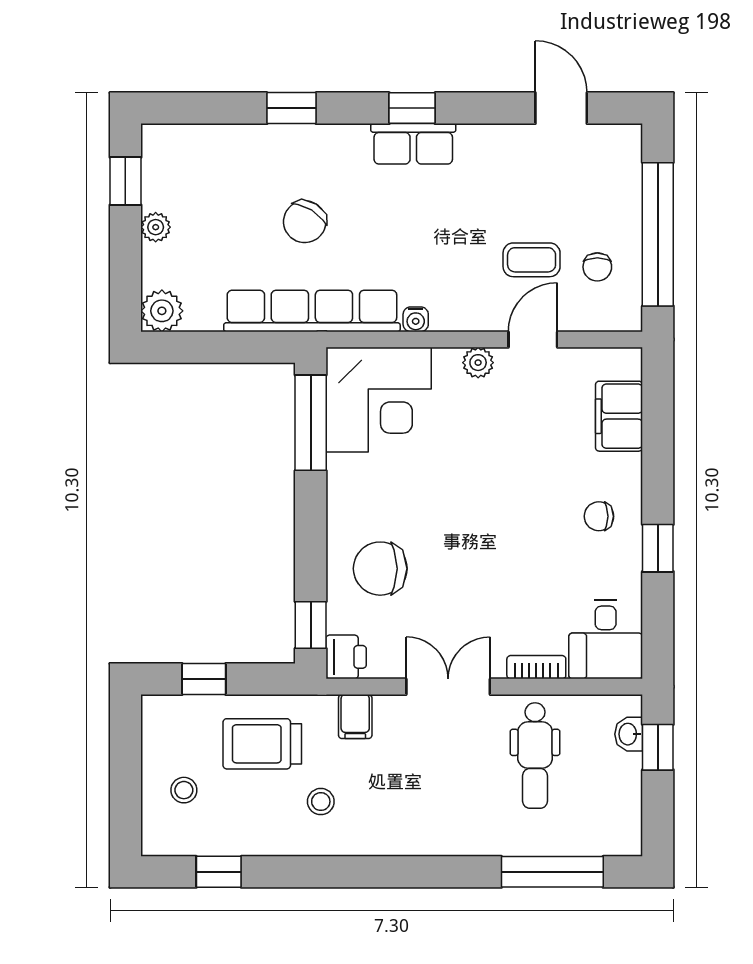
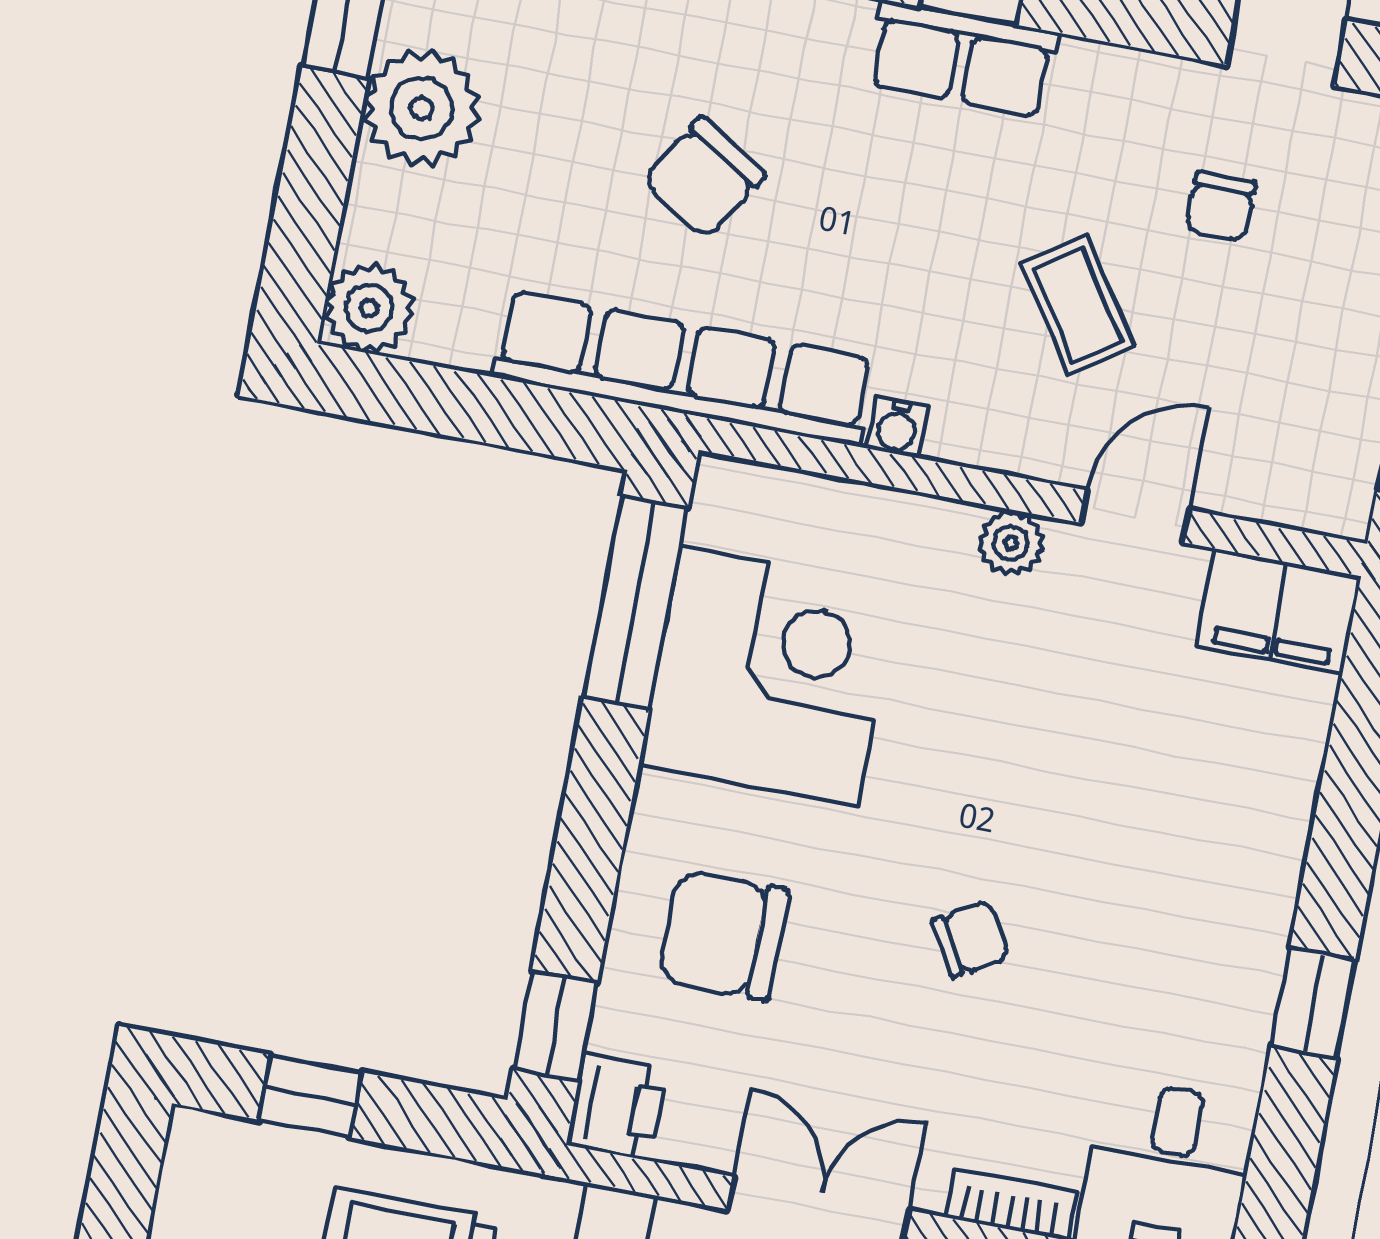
plant: (156, 227) -> (422, 108), width x1.87, depth x1.87
coffee table: (532, 260) -> (1078, 305), moved, turned 56
chair: (597, 267) -> (1221, 207), moved
corner desk: (379, 400) -> (769, 676), moved, turned -90
filing cabinet: (619, 416) -> (1278, 611), moved, turned -90
chair: (599, 516) -> (971, 939), moved, turned 150

